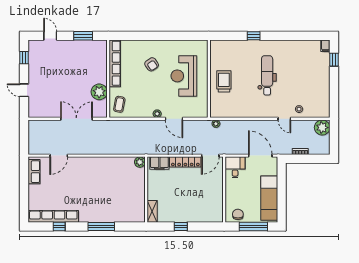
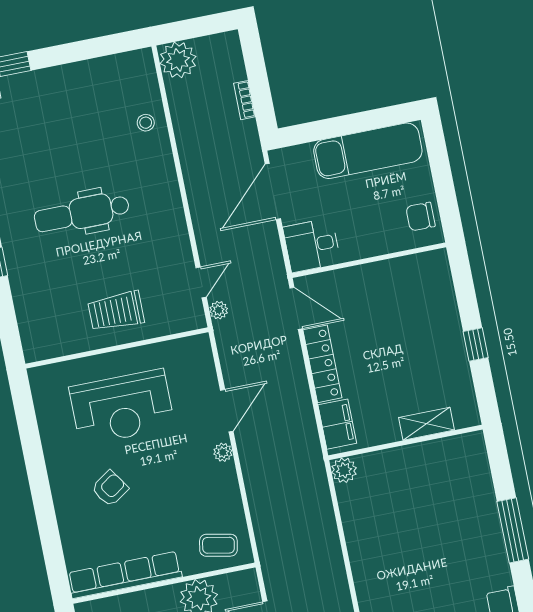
door: (284, 119) -> (201, 282), moved
shelving: (152, 211) -> (427, 424), moved
window: (253, 227) -> (442, 175), removed

